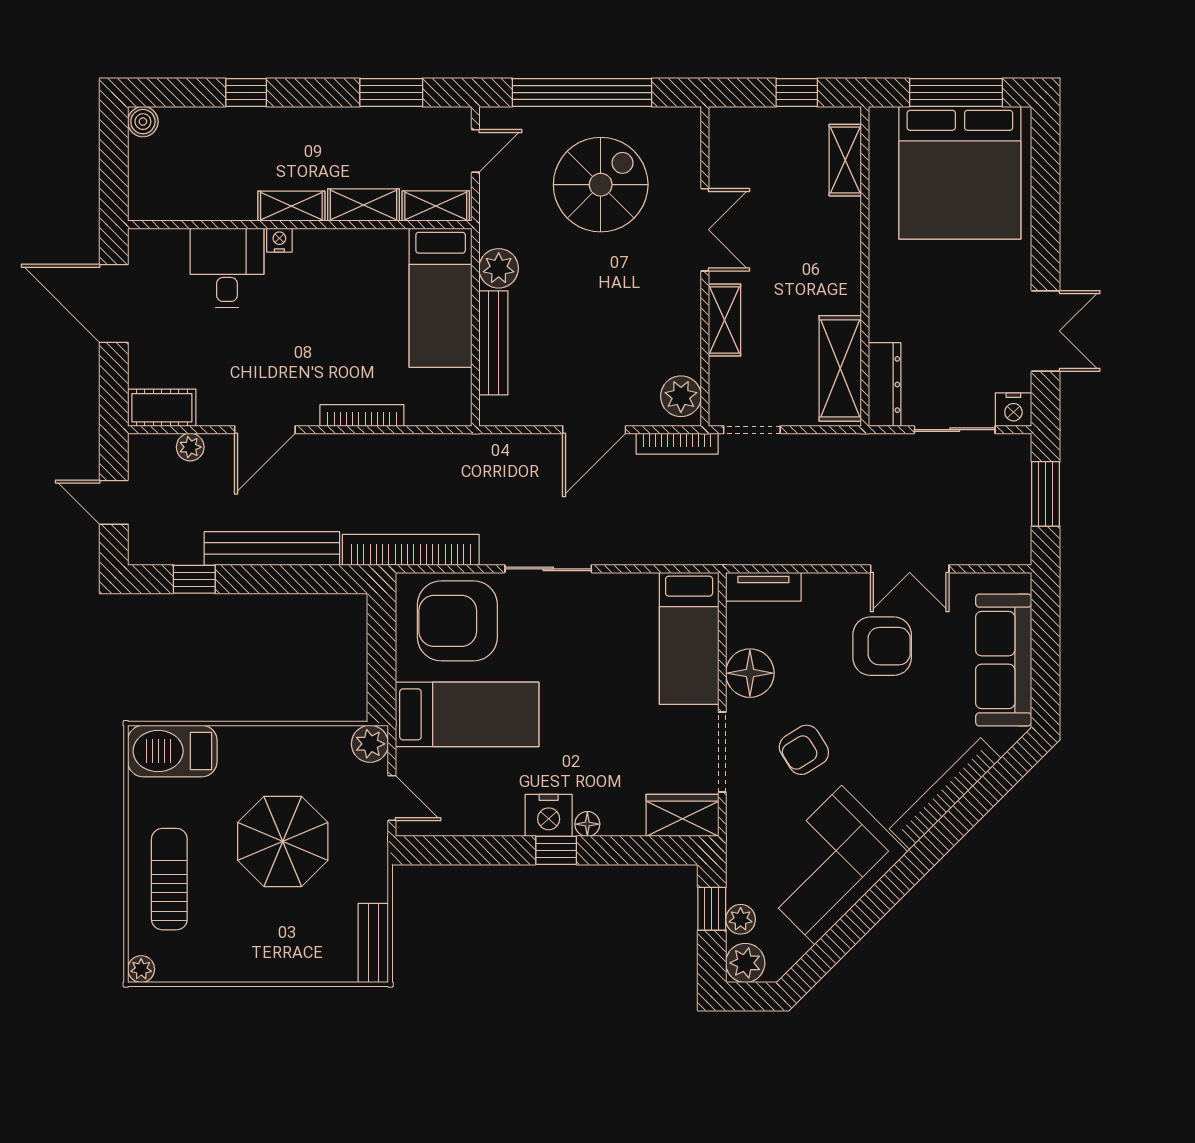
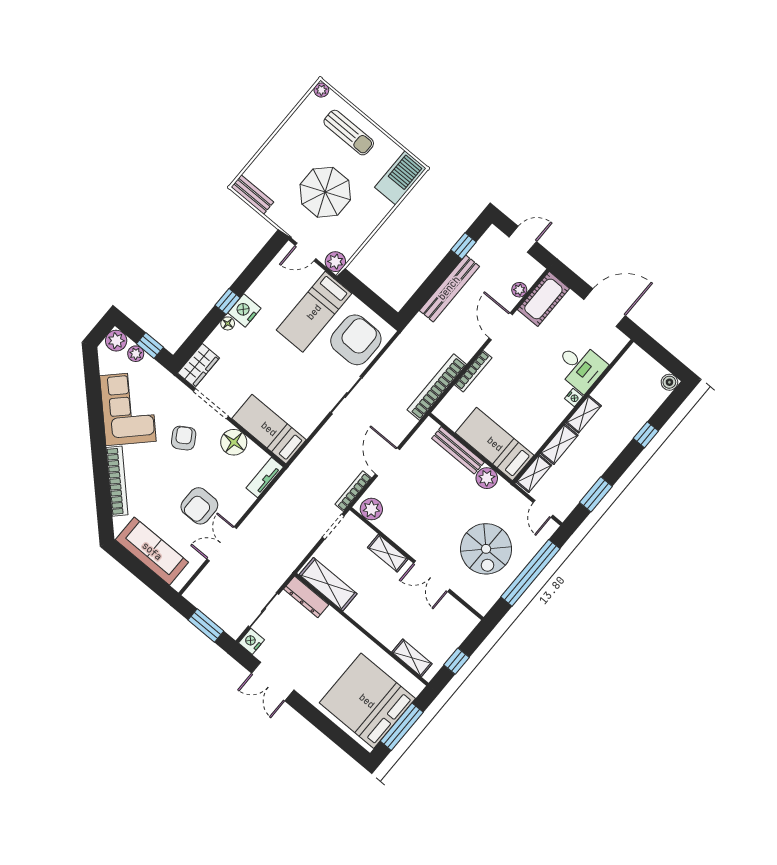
cot: (162, 408) -> (543, 299), width x1.37, depth x1.34
bookcase: (411, 550) -> (437, 387), moved, turned 180

